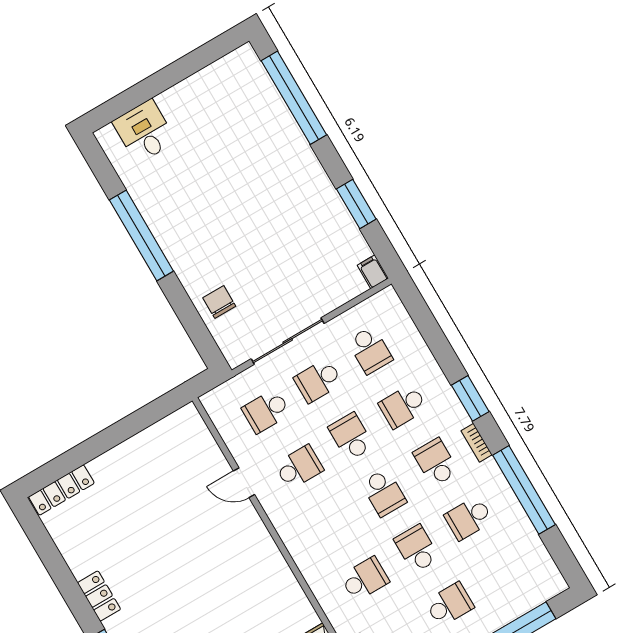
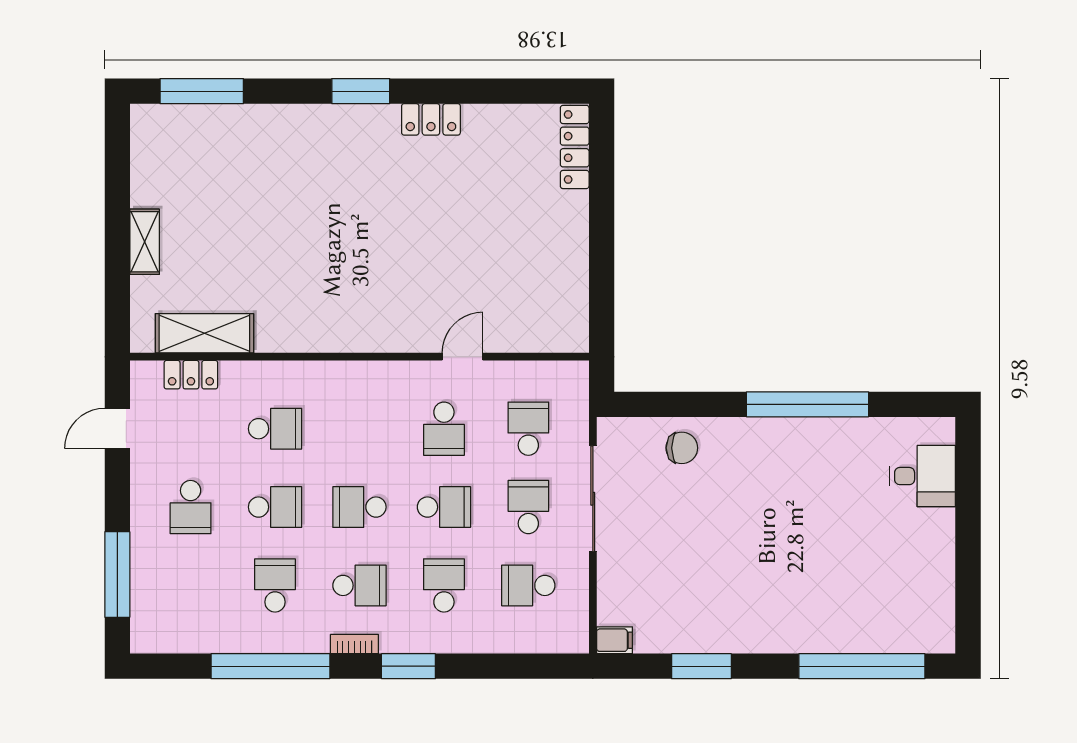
school desk: (365, 579) -> (275, 429), turned -90

